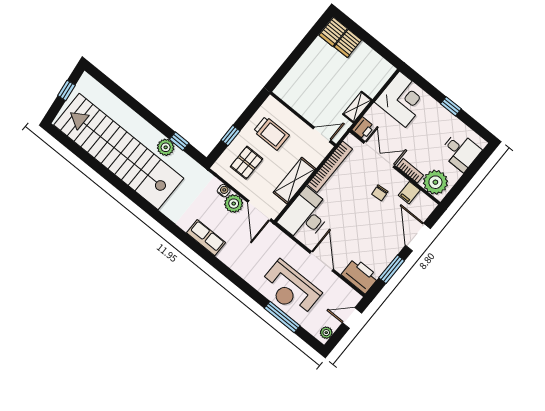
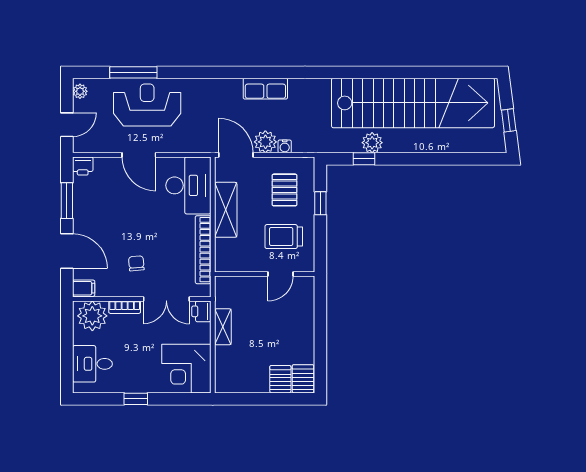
door: (322, 135) -> (280, 274), moved
filing cabinet: (409, 193) -> (84, 288), moved, turned 90
printer: (360, 276) -> (83, 166), width x0.53, depth x0.68

